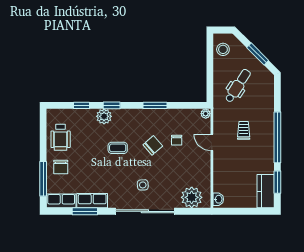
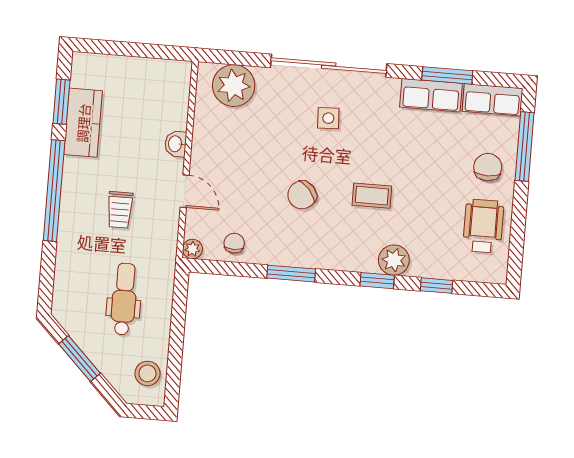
dental chair: (238, 86) -> (124, 299), turned 147
chair: (177, 140) -> (234, 243), moved
kitchen counter: (266, 191) -> (83, 123), moved
washbasin: (218, 199) -> (176, 144), moved

